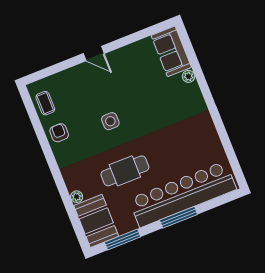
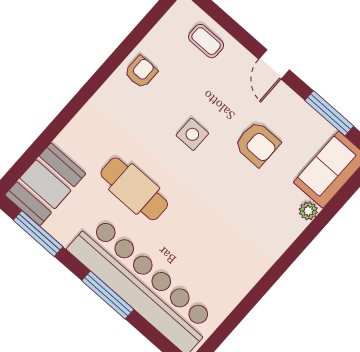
window: (138, 36) -> (329, 113), added
armchair: (135, 86) -> (257, 144), added
coffee table: (45, 103) -> (206, 41), moved, turned 90
plant: (77, 197) -> (65, 140), removed

